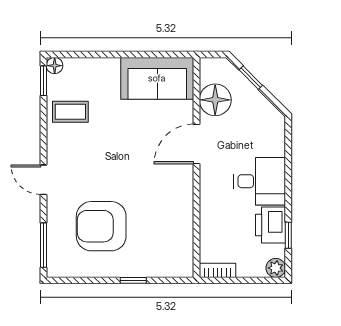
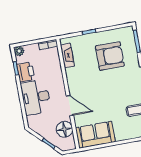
door: (196, 144) -> (70, 106), hinge flipped
desk: (260, 181) -> (36, 97), width x1.37
fireplace: (184, 242) -> (67, 56), added

